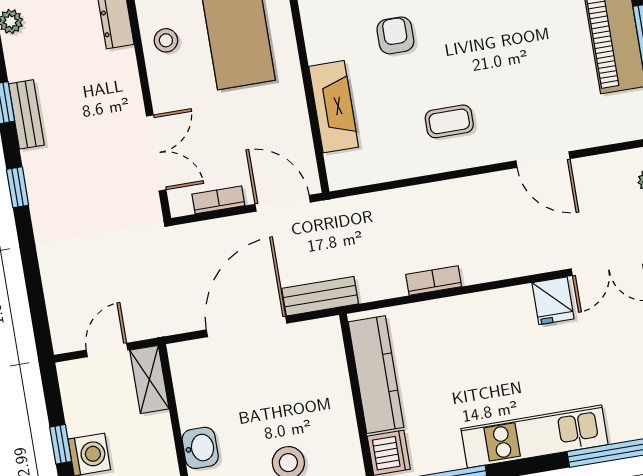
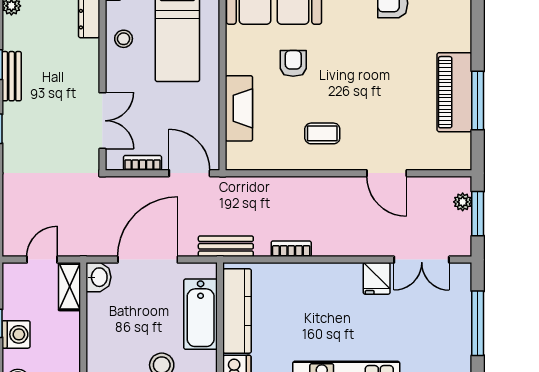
bench: (320, 296) -> (226, 246), moved
bathtub: (328, 387) -> (201, 314), added
washbasin: (200, 448) -> (99, 277), moved

